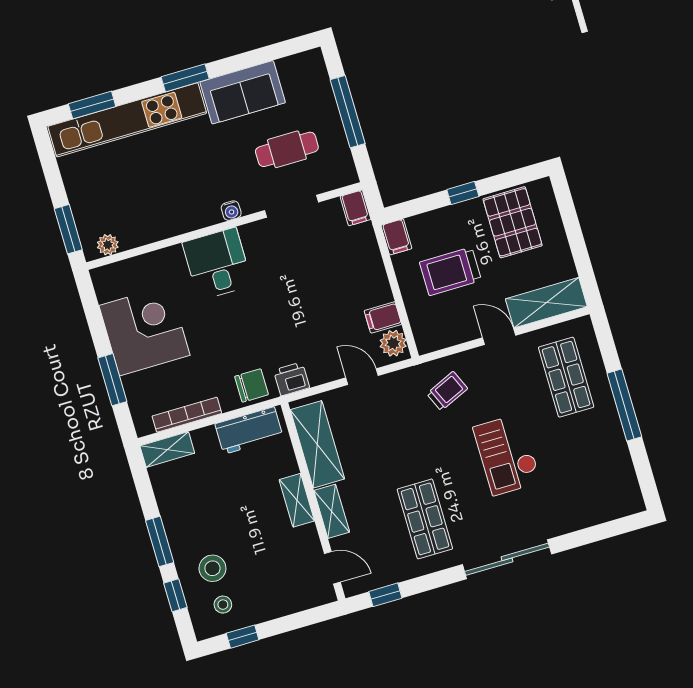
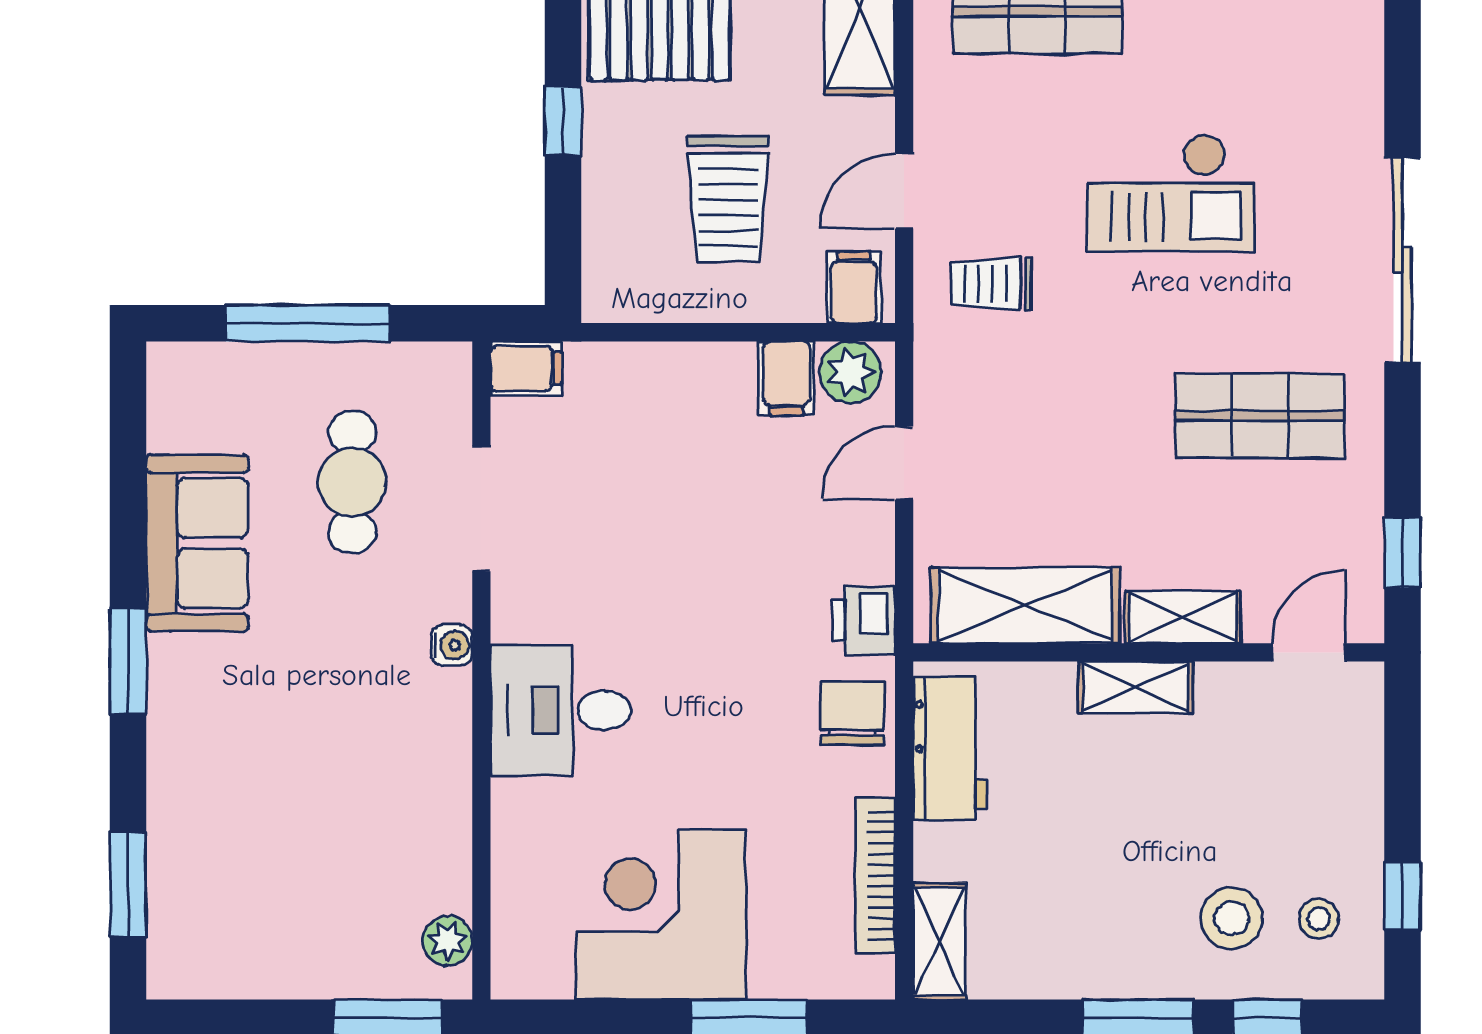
kitchen unit: (127, 120) -> (183, 817), removed
filing cabinet: (396, 237) -> (854, 287), moved, turned -90
door: (499, 337) -> (904, 191), moved
trolley: (447, 391) -> (991, 284), turned -66

